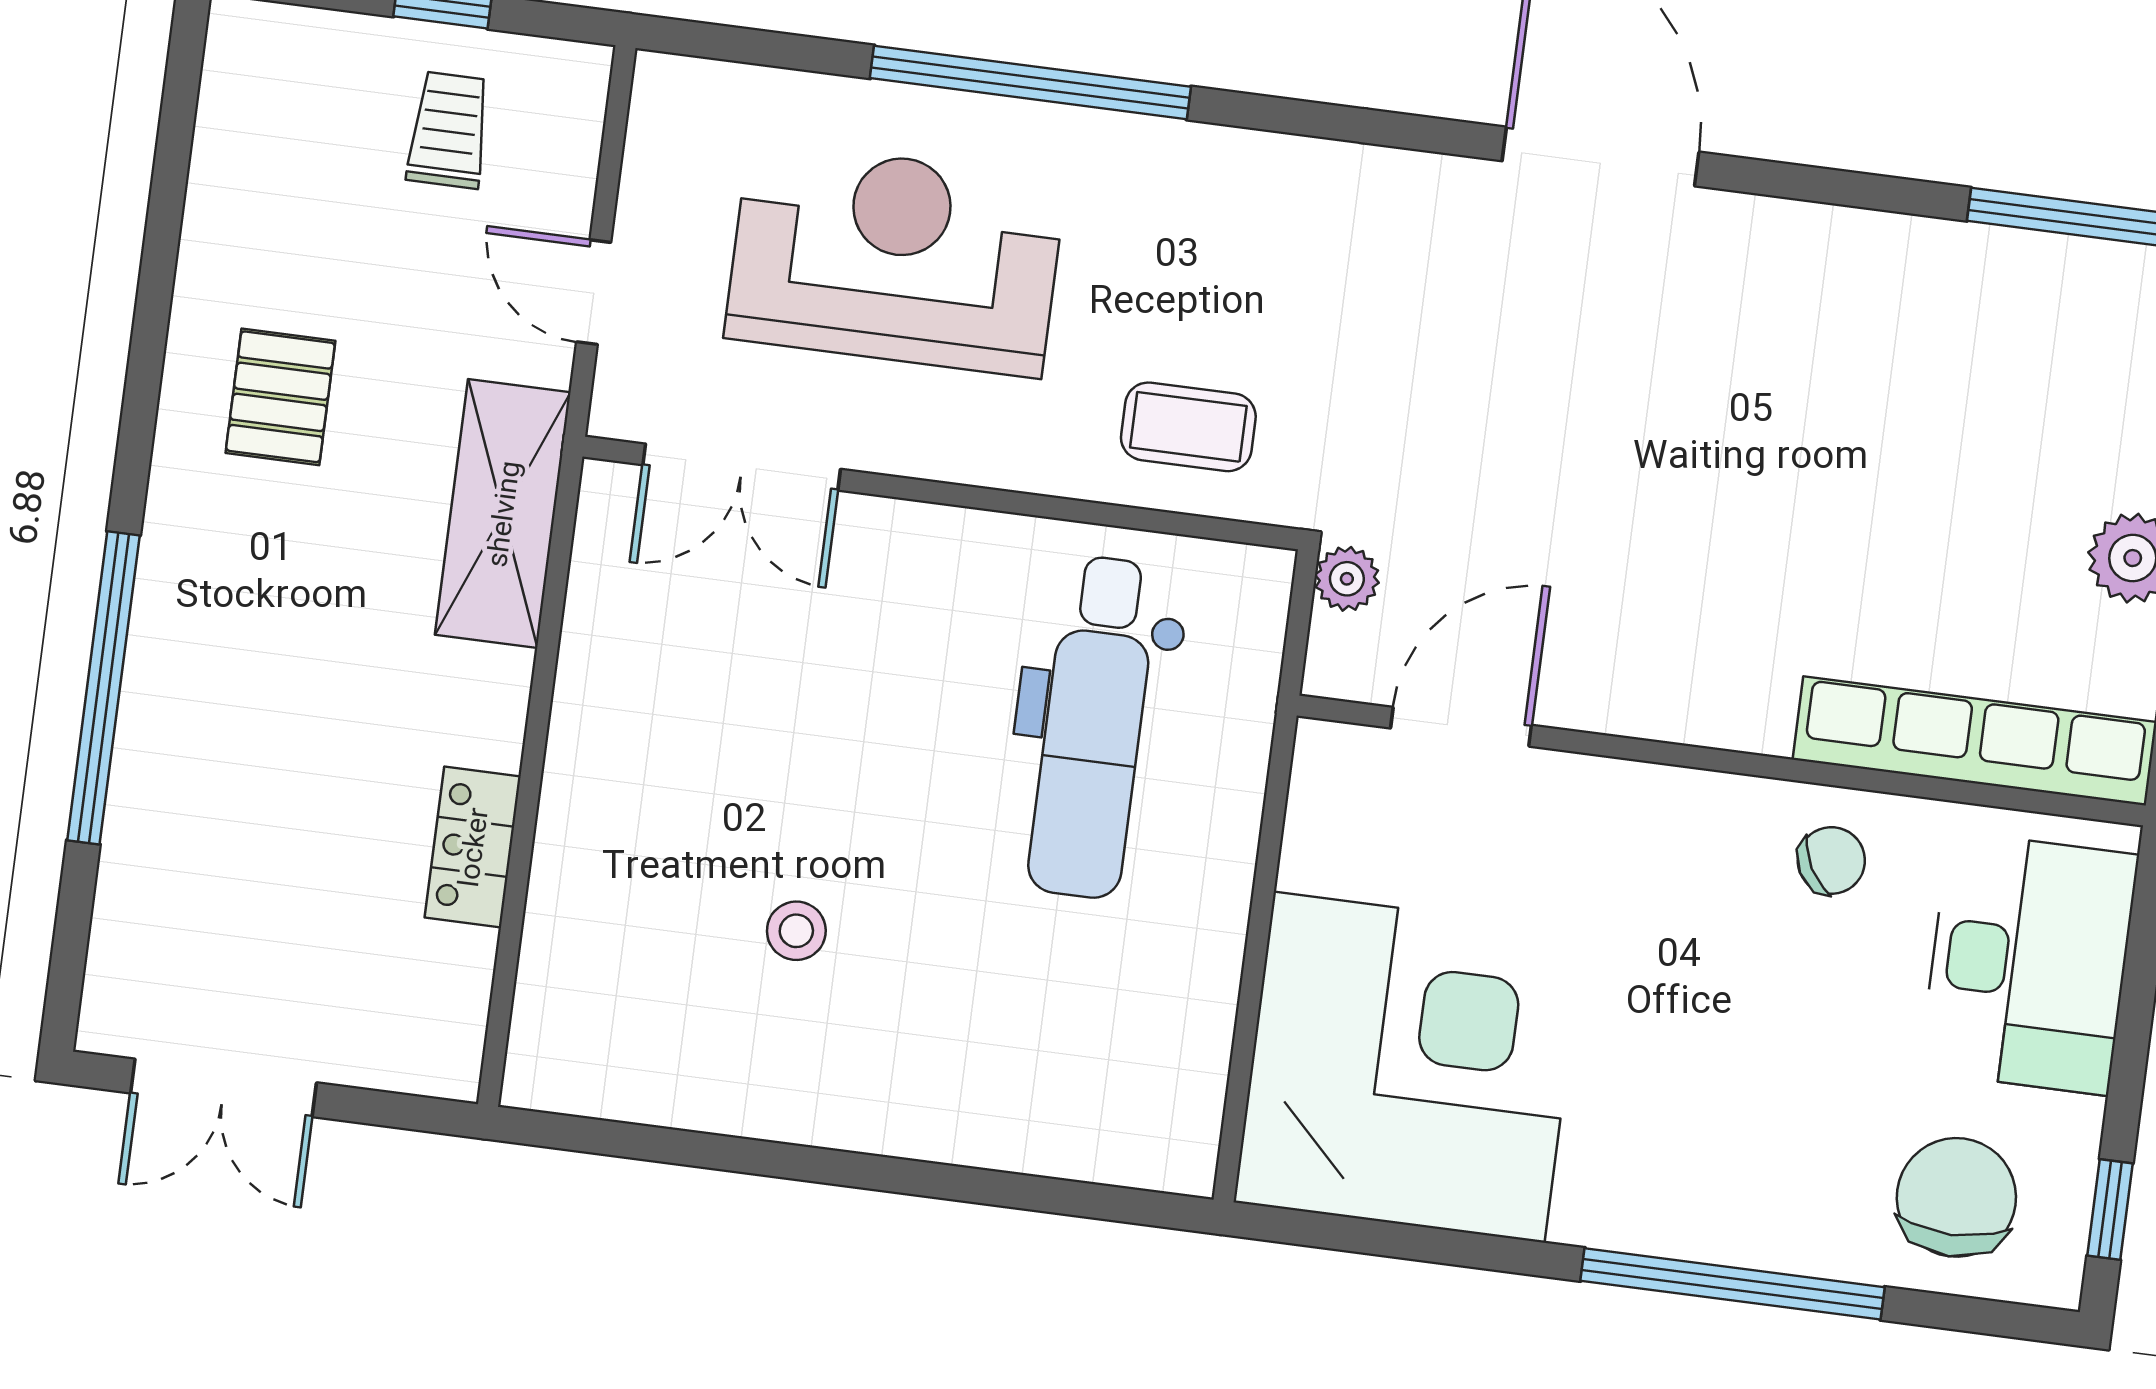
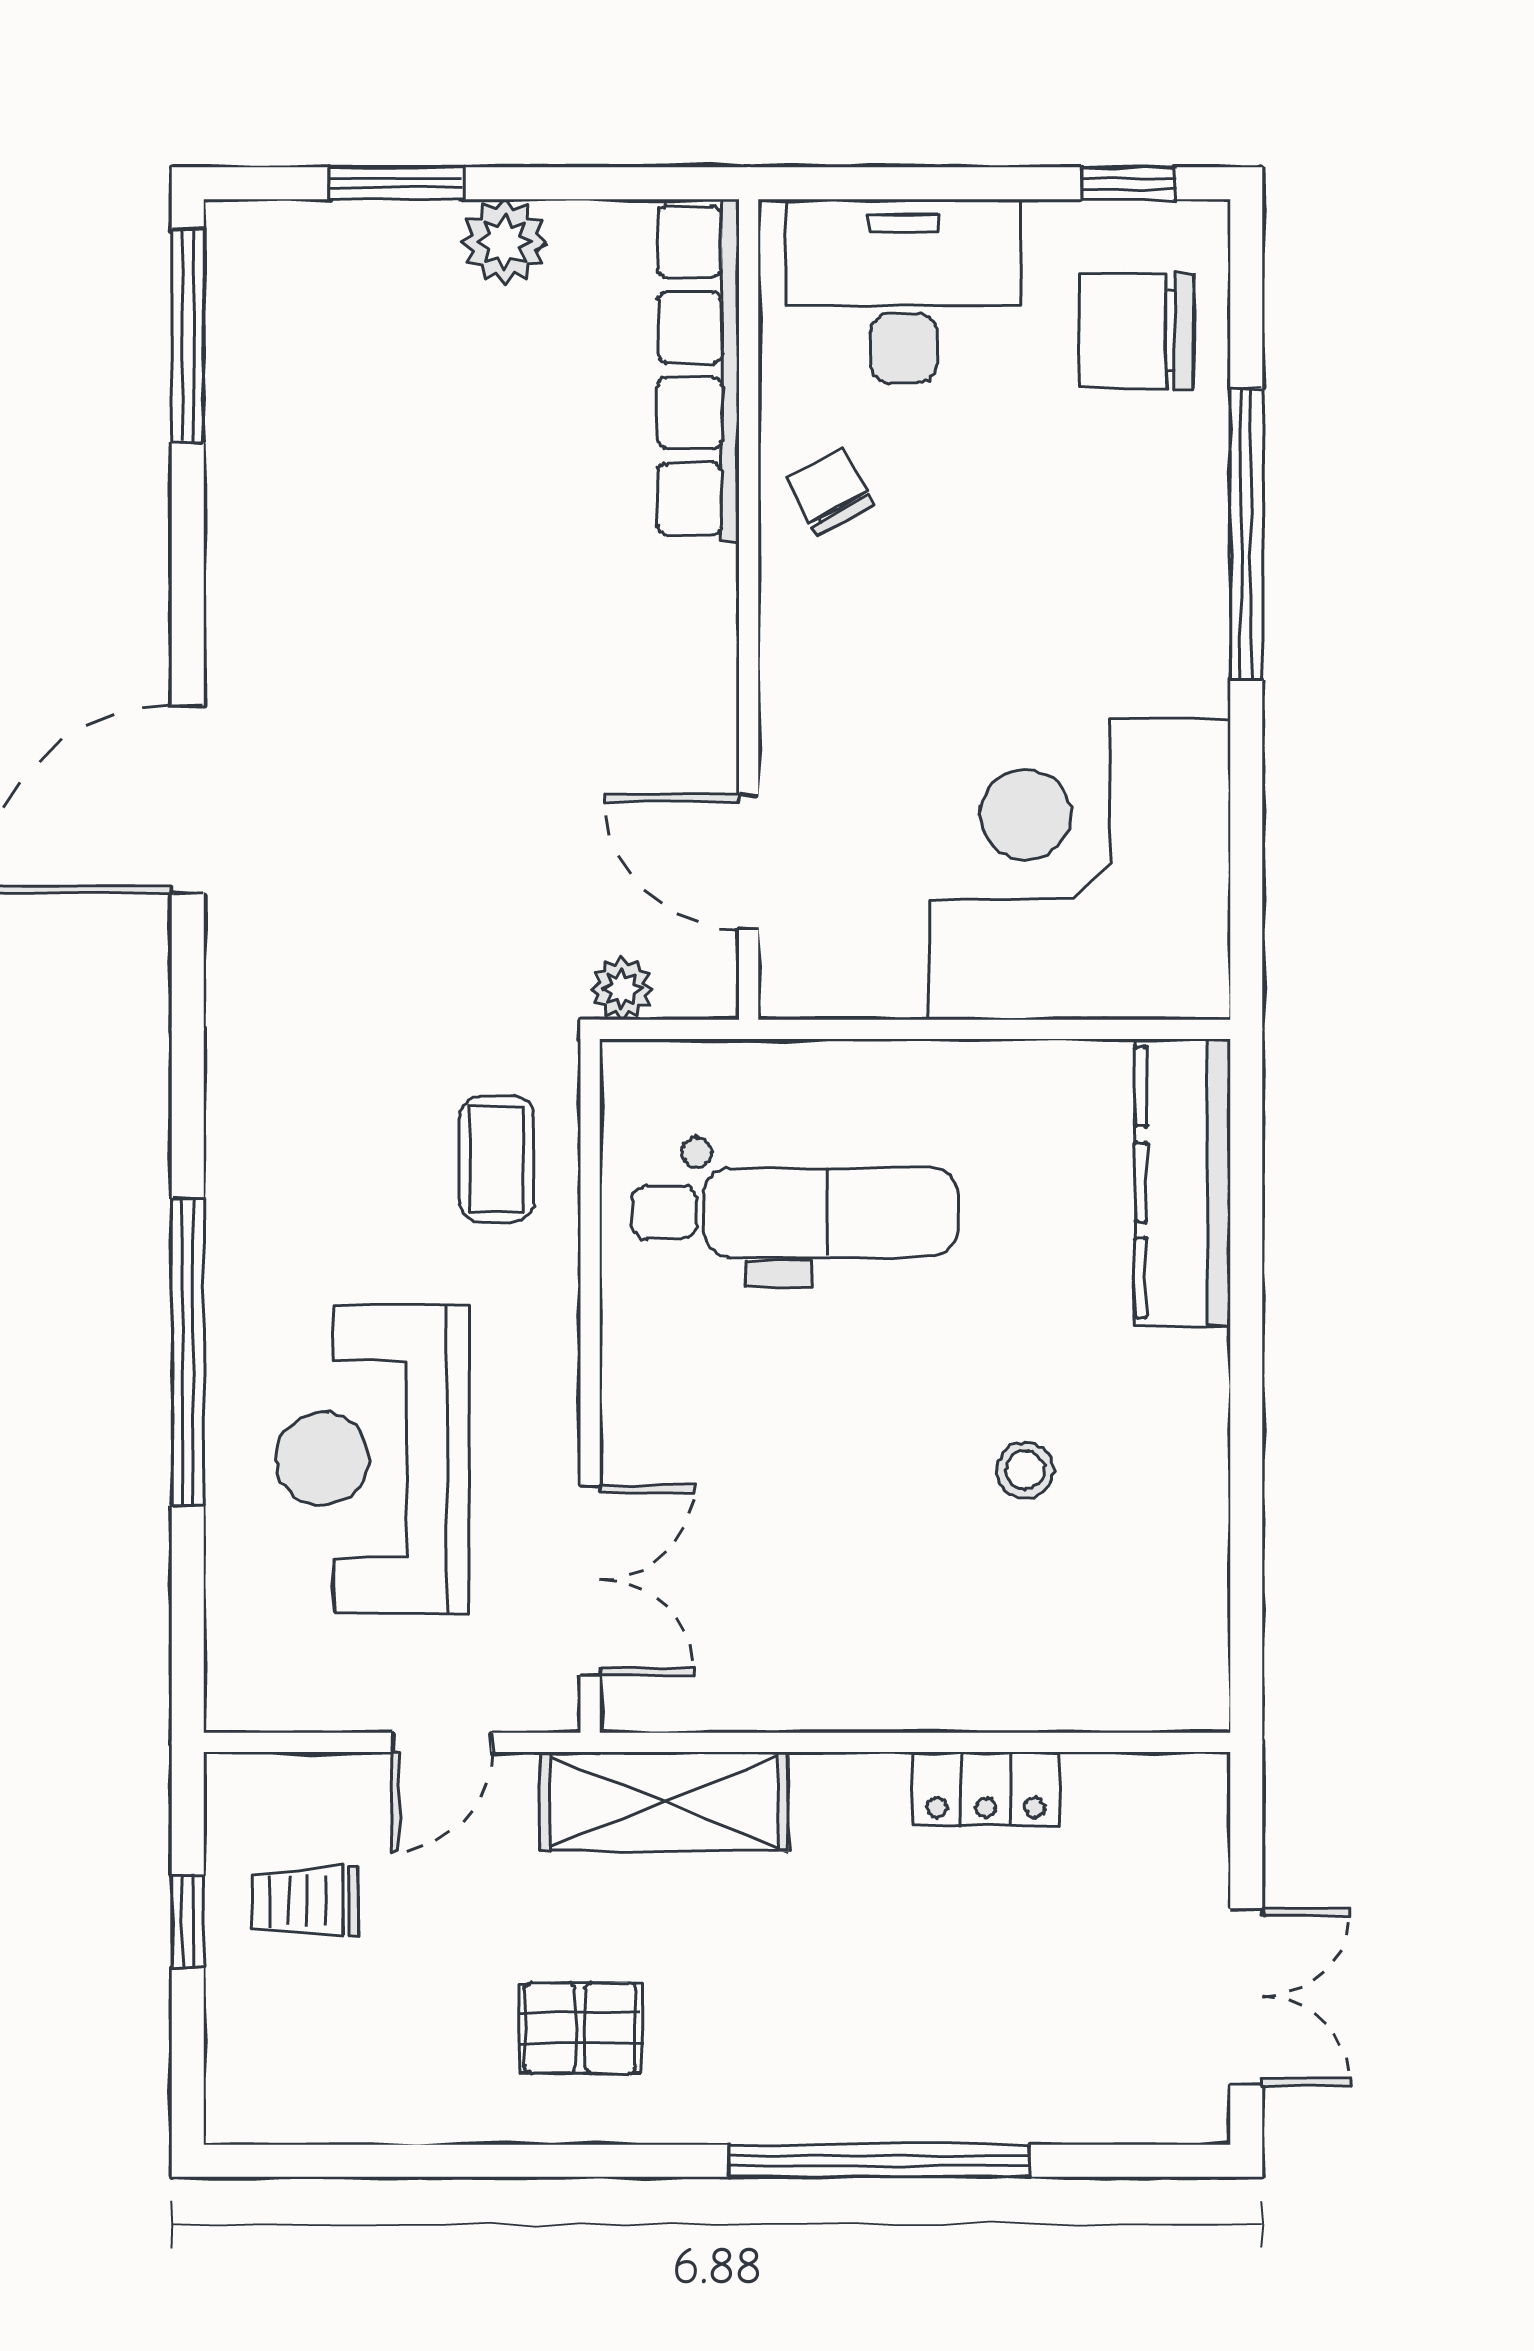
kitchen counter: (1072, 1131) -> (1183, 1182), added

